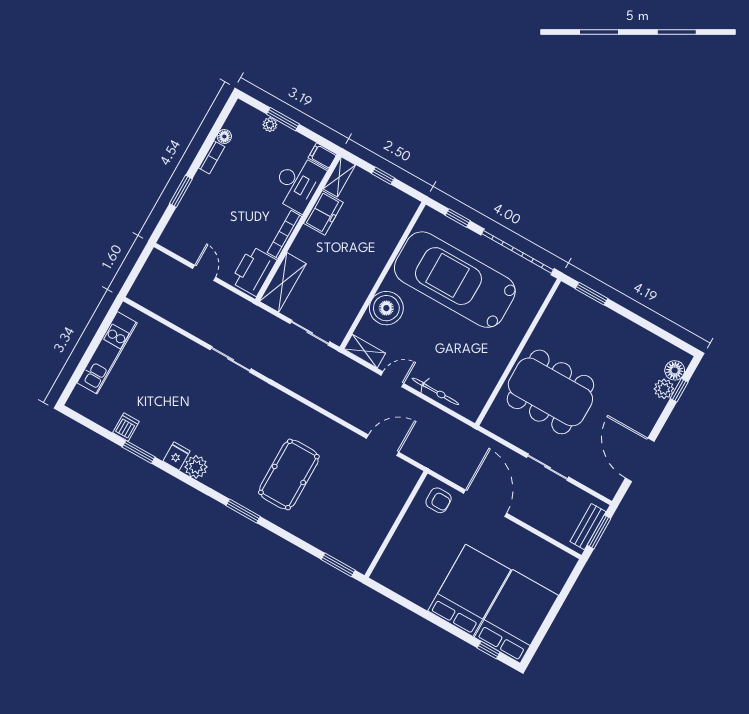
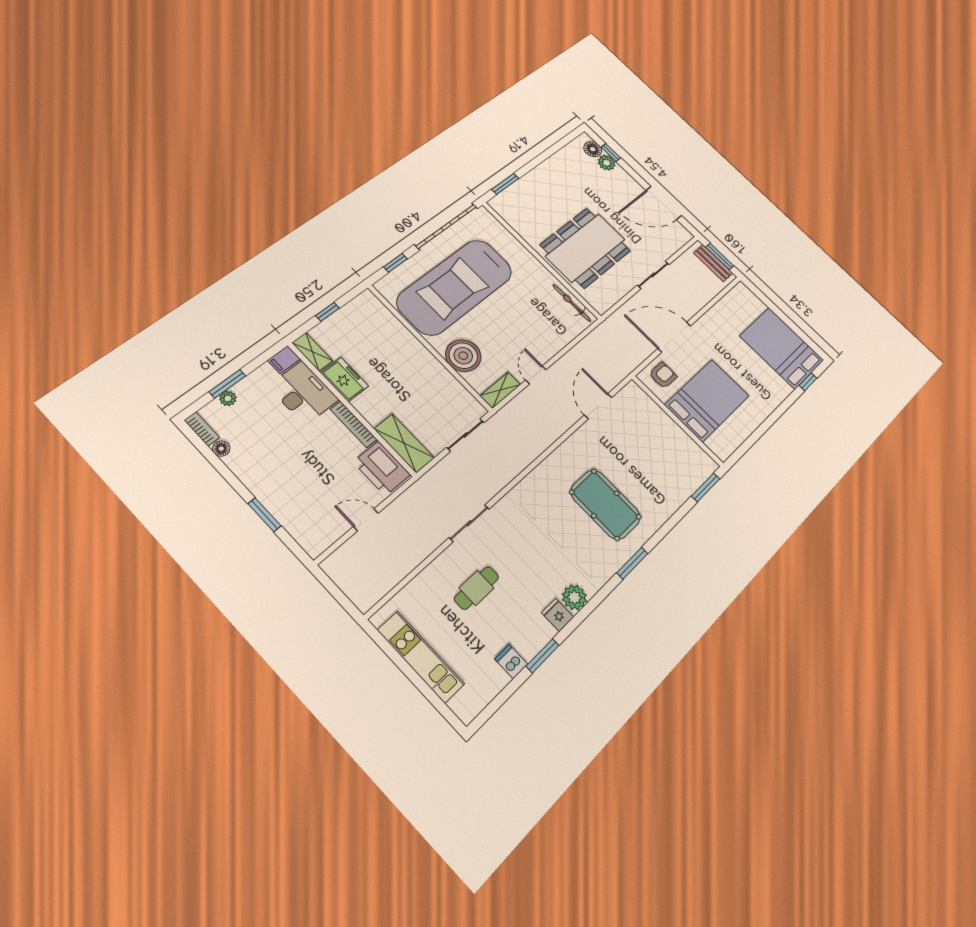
bookcase: (212, 157) -> (202, 429), moved
cafe table: (177, 381) -> (476, 588), added
bicycle: (435, 391) -> (572, 303), moved, turned -90
bed: (469, 590) -> (707, 400), moved, turned 90

